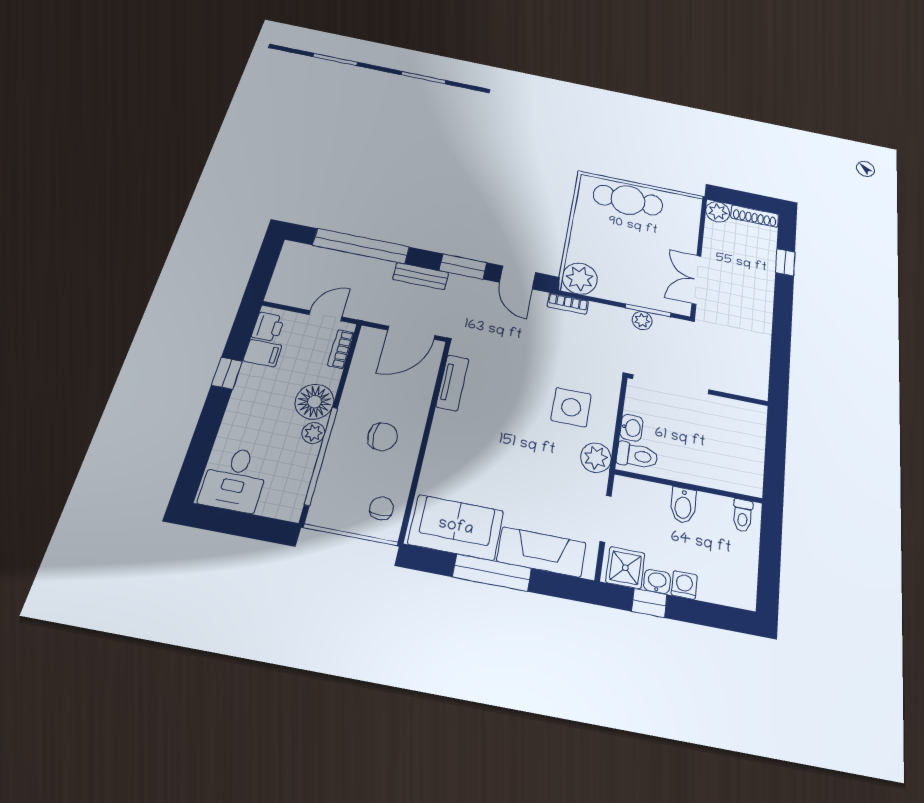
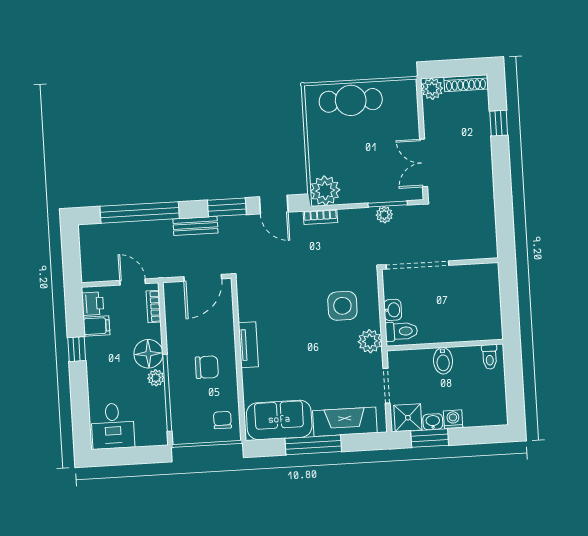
door: (326, 316) -> (133, 282), hinge flipped
tv unit: (452, 383) -> (248, 345), moved
window: (649, 603) -> (430, 438), width x1.50

